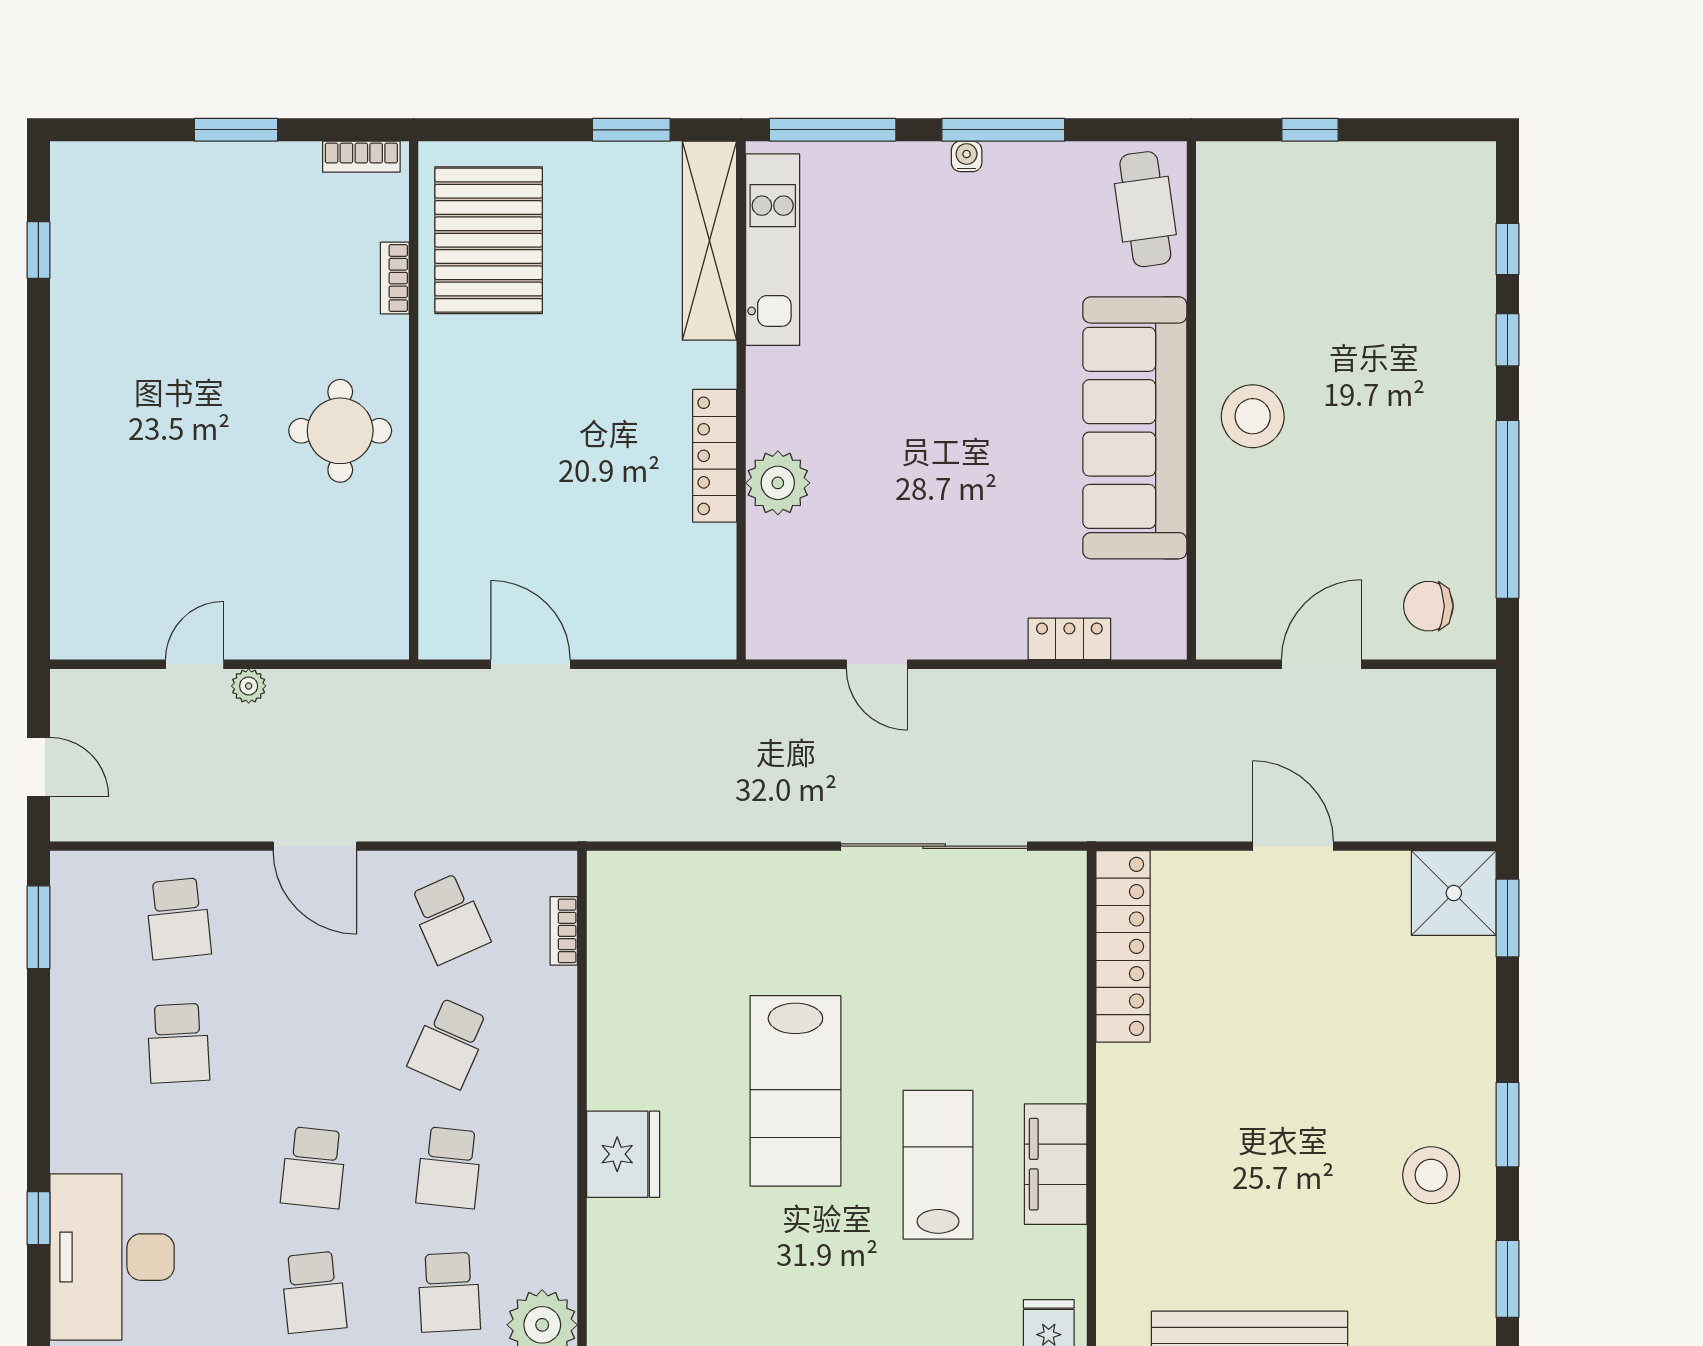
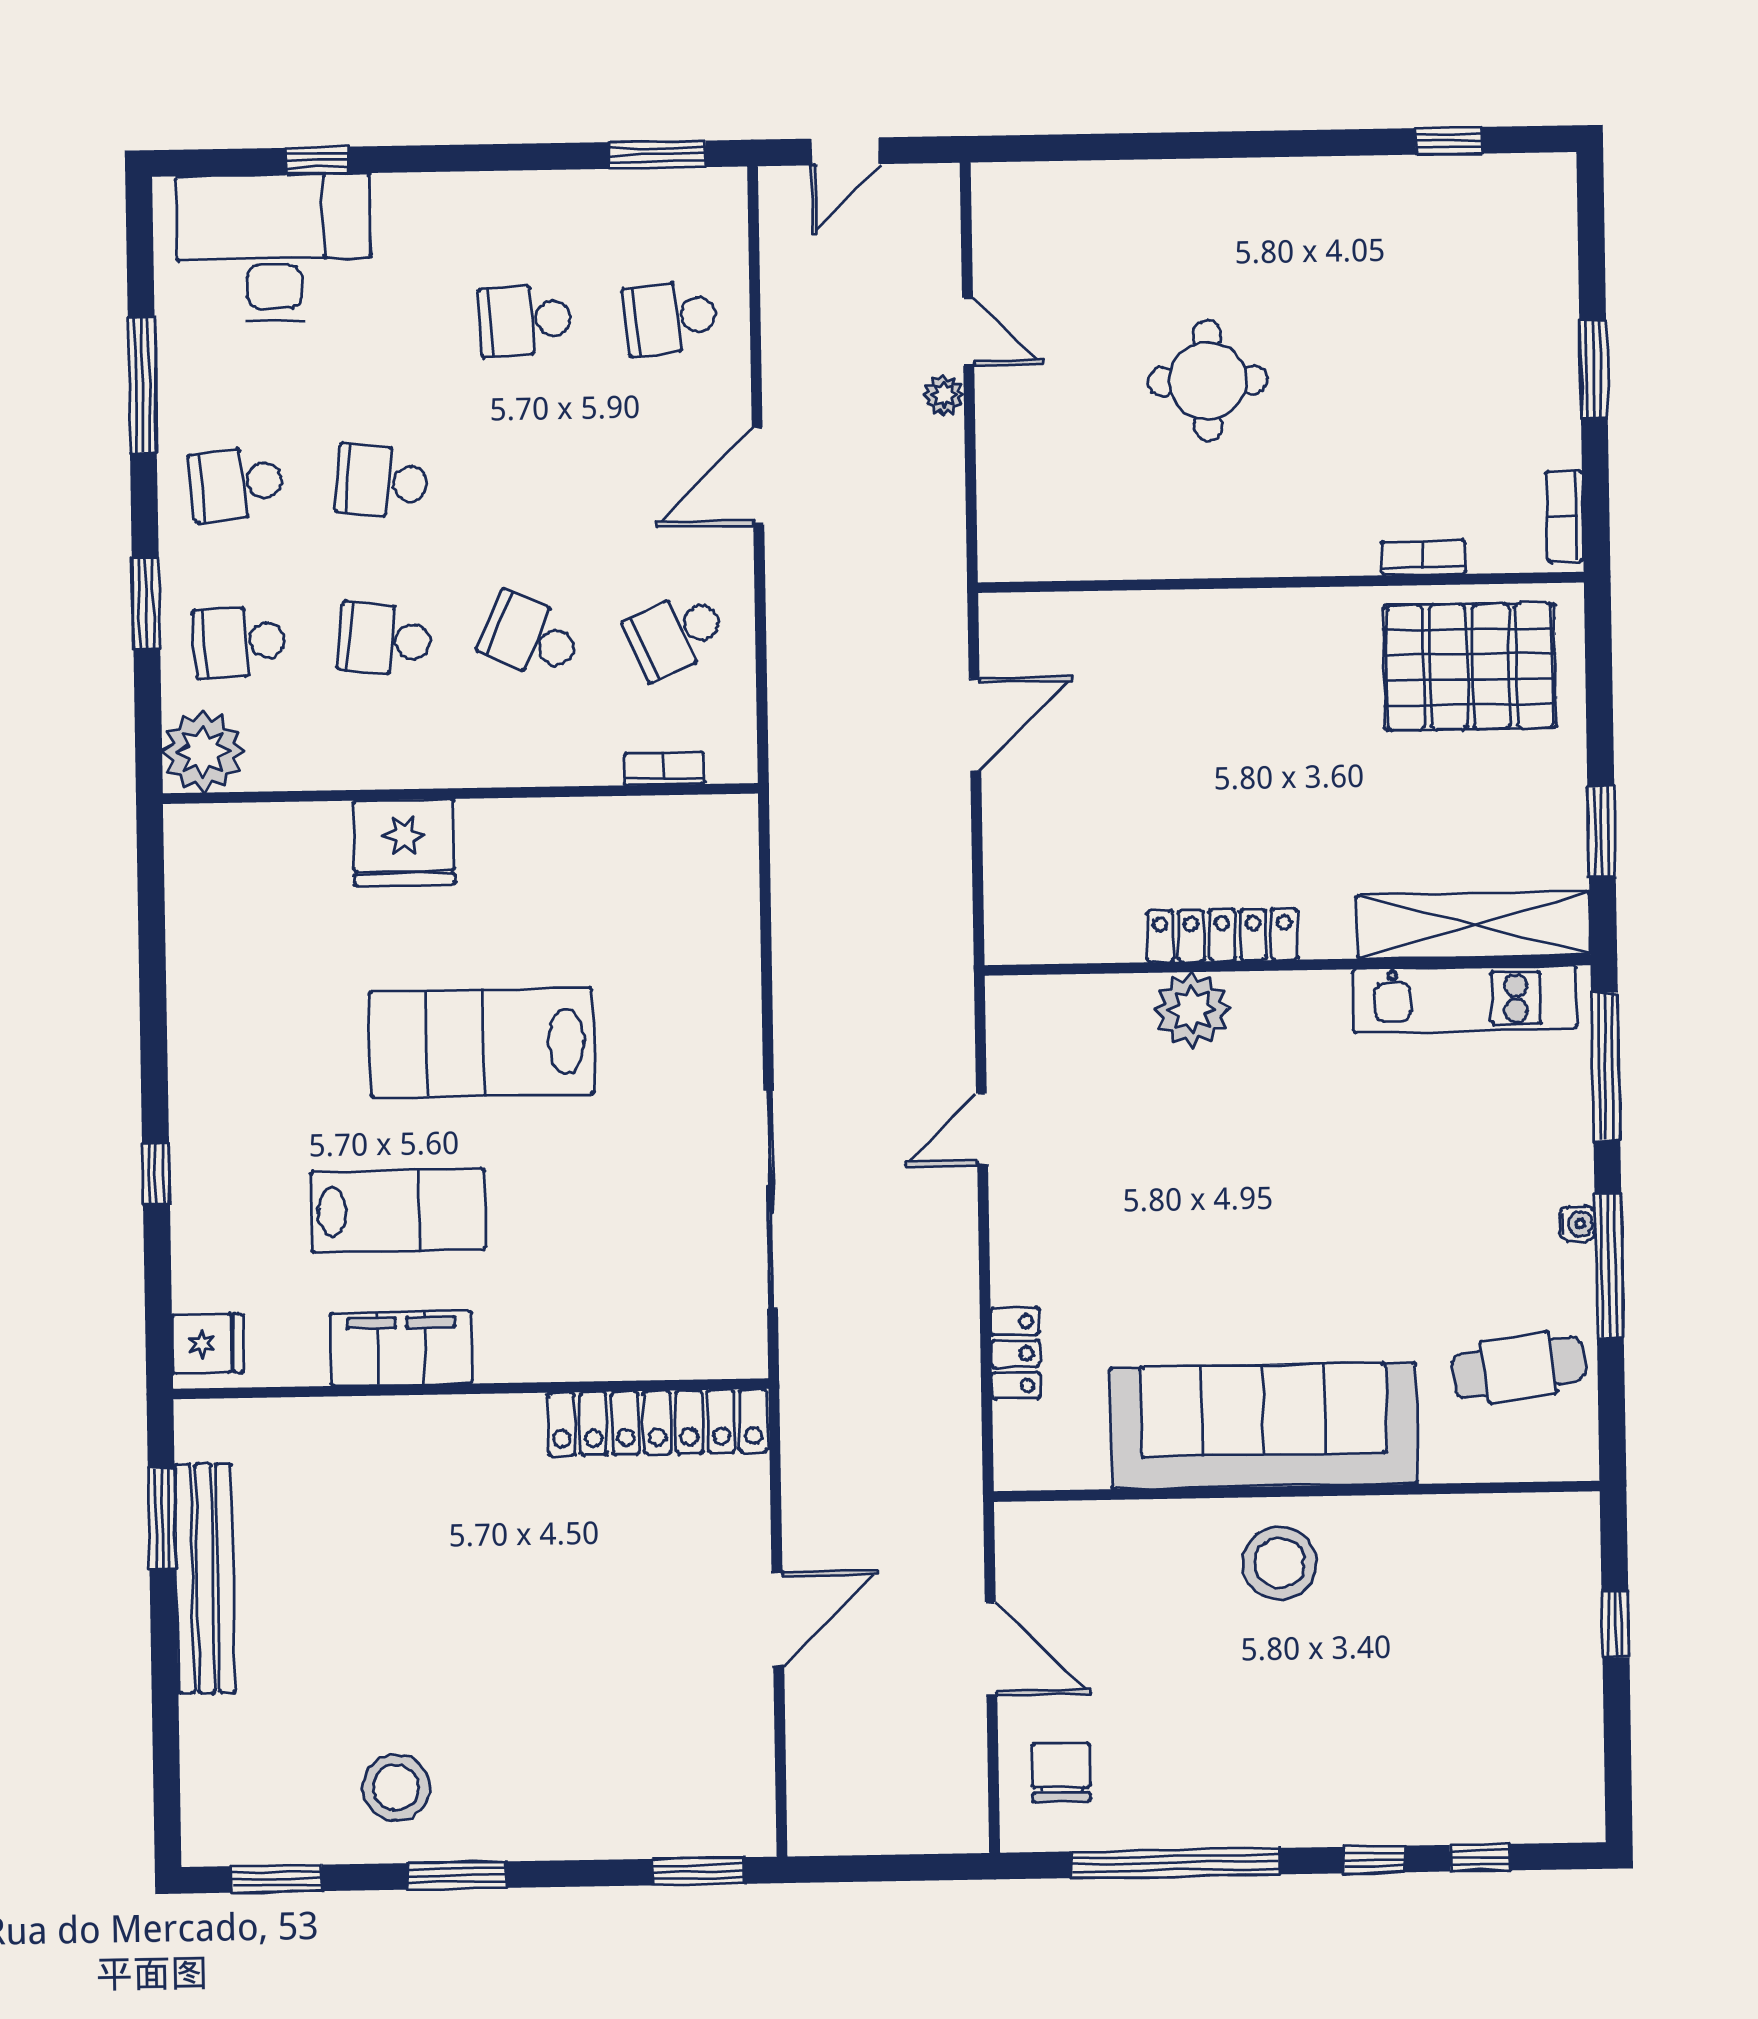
cafe table: (1145, 209) -> (1518, 1367), moved
round table: (340, 431) -> (1208, 381), moved
shower: (1454, 893) -> (726, 1808), removed

